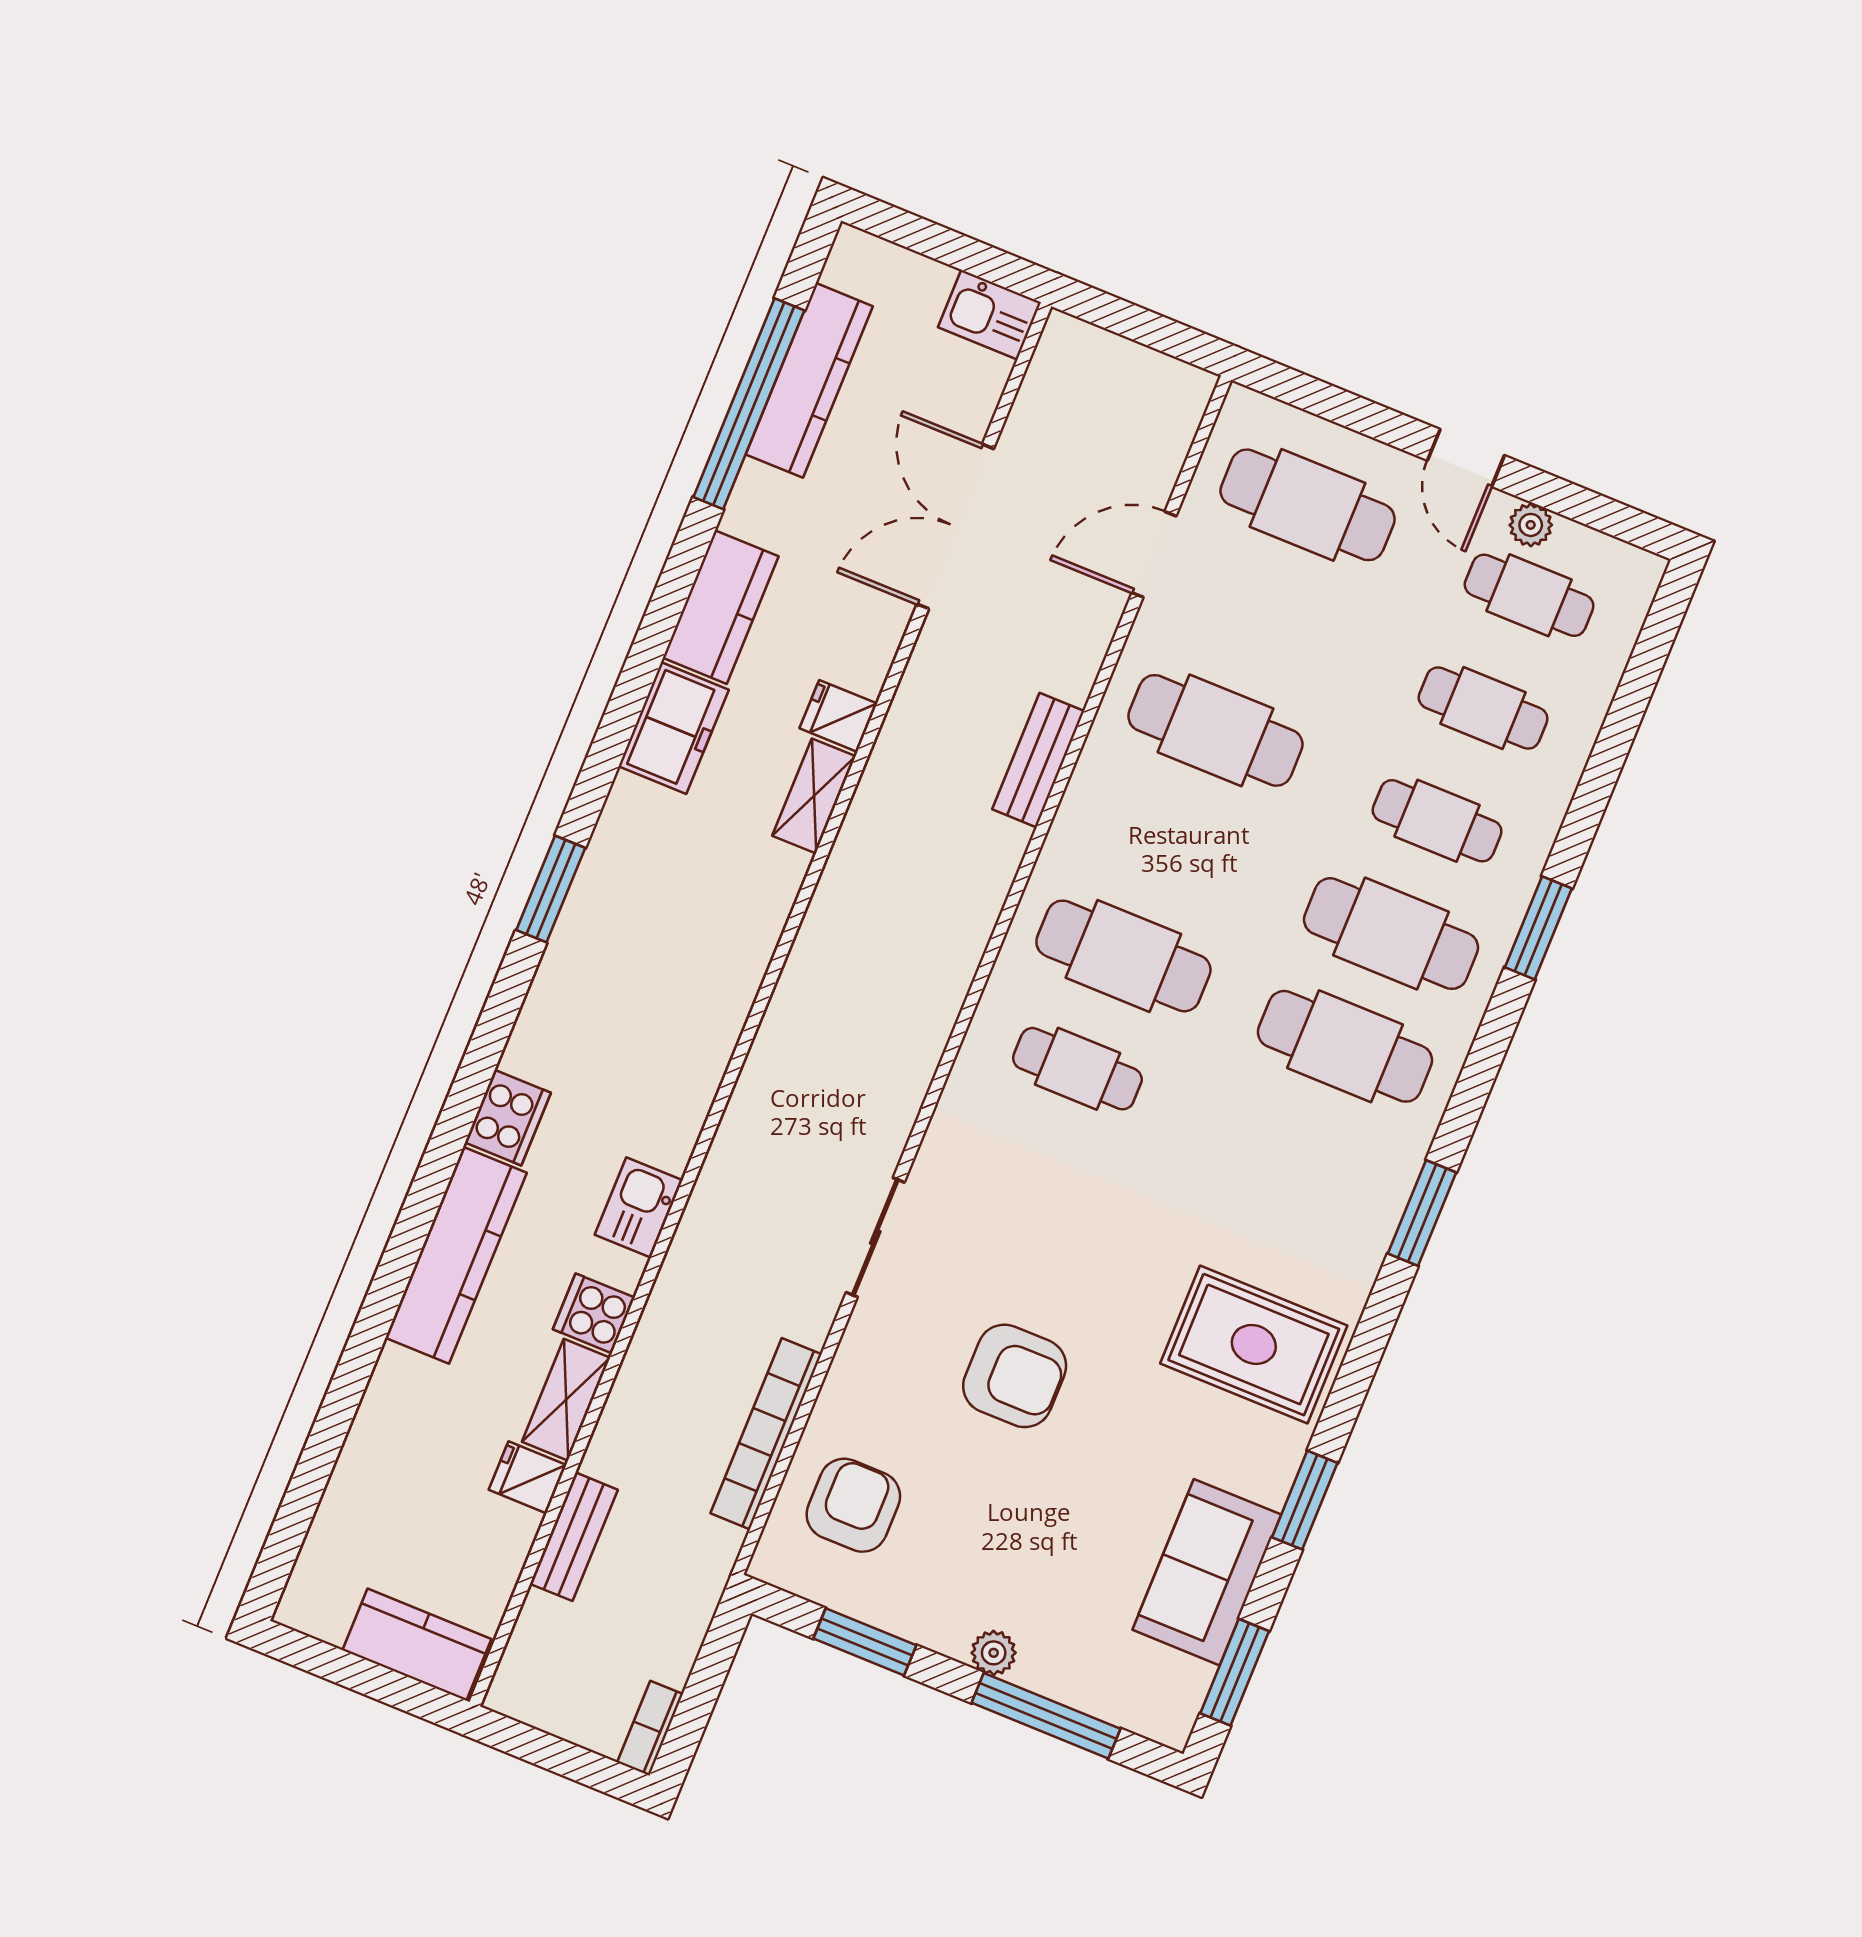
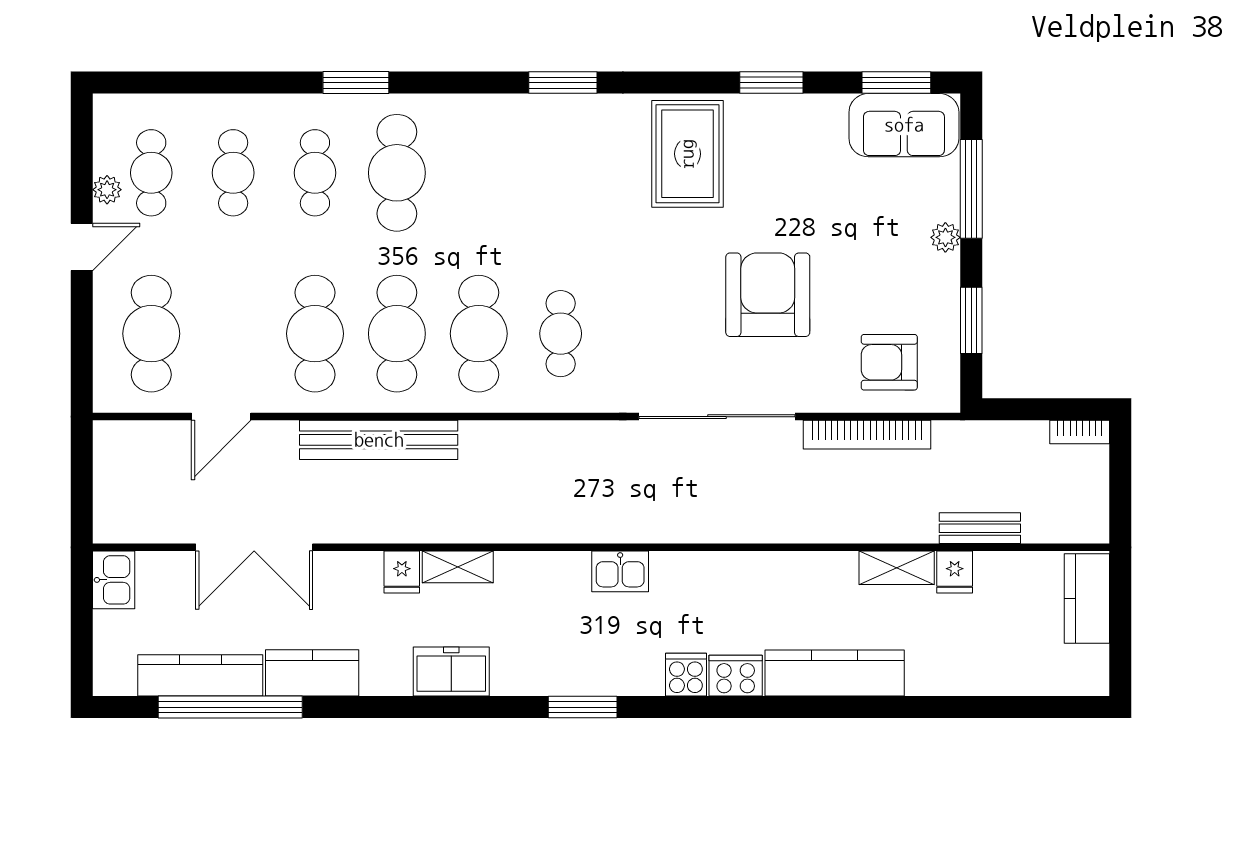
door: (1154, 554) -> (221, 417), hinge flipped
kitchen counter: (721, 607) -> (312, 673), moved
bench: (1038, 760) -> (379, 440), width x1.86, depth x1.21
cafe table: (1345, 1046) -> (397, 334), moved
kitchen sink: (639, 1208) -> (620, 571), moved
sliding door: (875, 1237) -> (717, 417), width x1.86
cooker: (594, 1313) -> (686, 675), moved, turned 180
armchair: (1015, 1376) -> (768, 295), width x1.36, depth x1.36
sofa: (1207, 1572) -> (904, 125), moved

